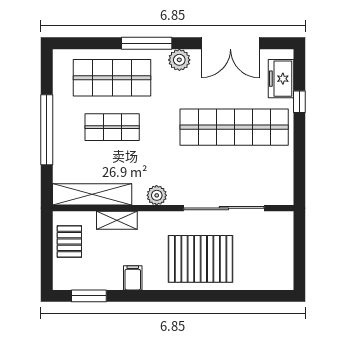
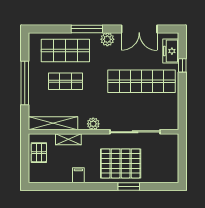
window: (89, 296) -> (129, 186), moved

